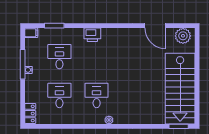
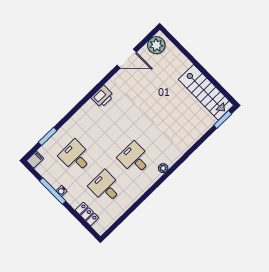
printer: (92, 35) -> (103, 96), moved
stairs: (180, 89) -> (206, 92), width x0.73, depth x0.66
locker: (30, 113) -> (87, 214), moved

